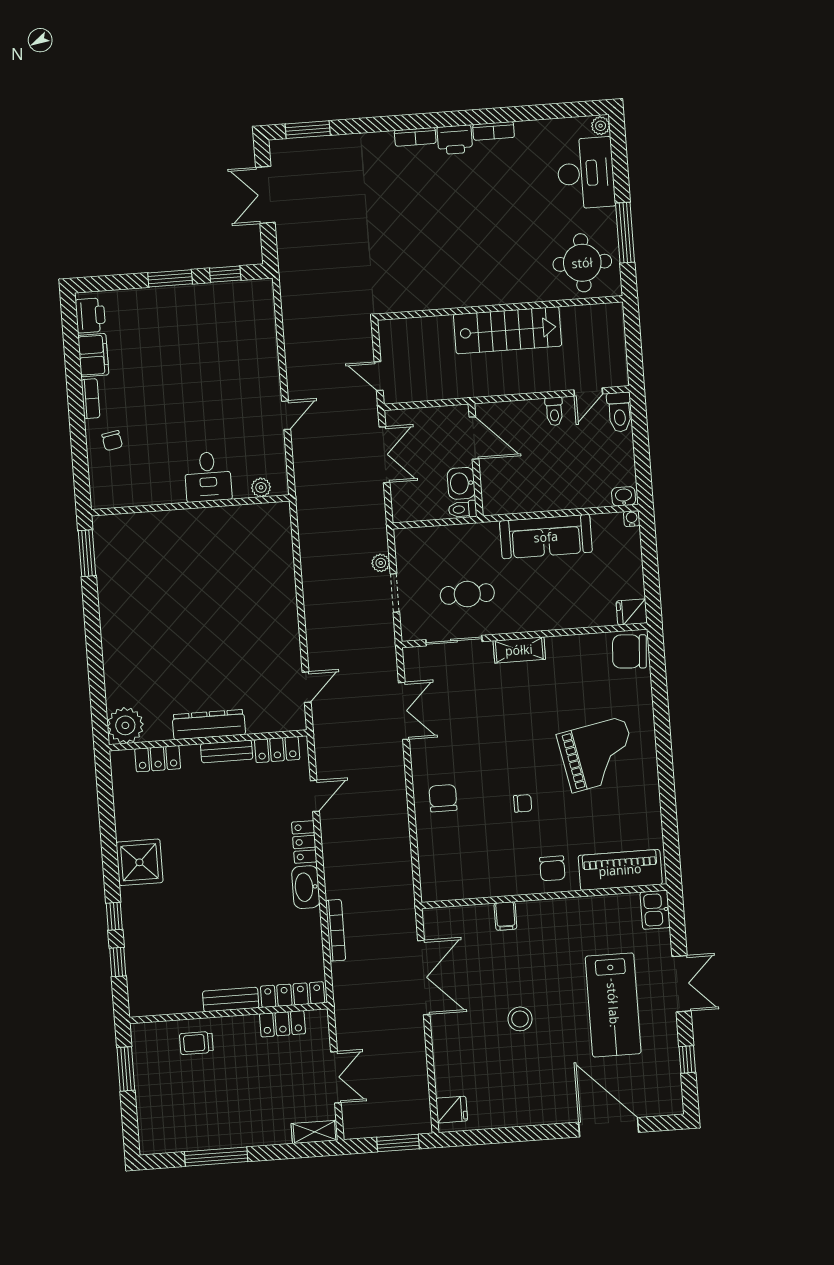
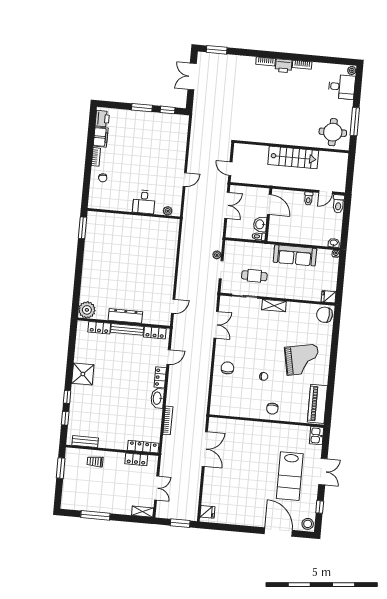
desk: (586, 173) -> (342, 87), width x0.73
bench: (227, 751) -> (127, 329), width x1.36
piano: (620, 870) -> (317, 404), moved, turned -90
filing cabinet: (505, 916) -> (247, 427), removed
bench: (231, 1000) -> (85, 442), moved
stool: (520, 1019) -> (308, 524), moved

